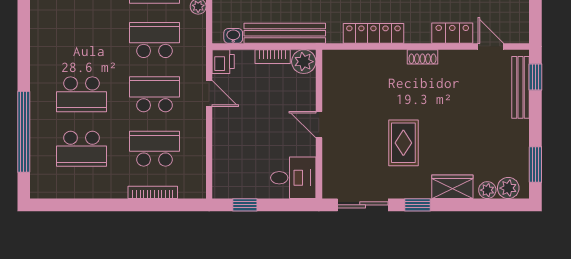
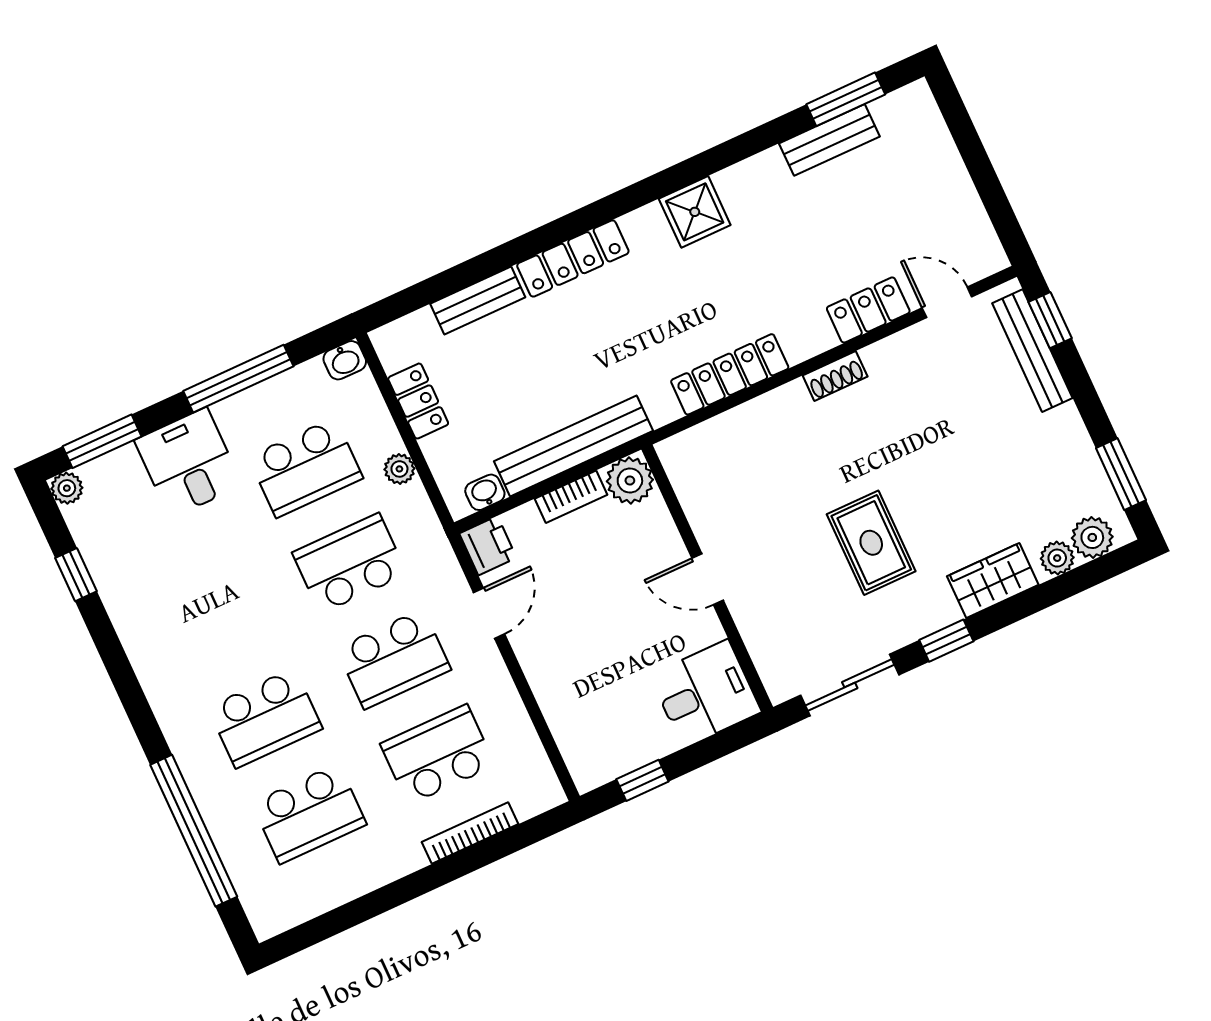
door: (209, 93) -> (489, 613), hinge flipped
school desk: (155, 94) -> (394, 659), turned 180

